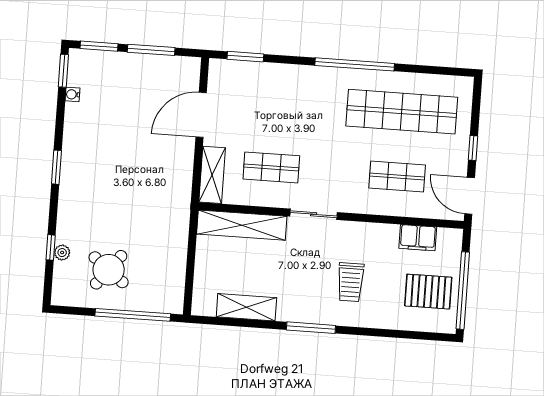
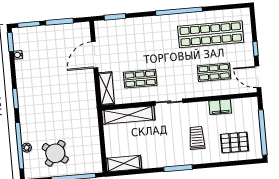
filing cabinet: (418, 238) -> (220, 107), moved
window: (51, 247) -> (20, 146), width x3.17
trolley: (351, 282) -> (197, 138), turned 180
pallet: (428, 292) -> (234, 143), moved
shelving: (246, 307) -> (124, 164), moved

